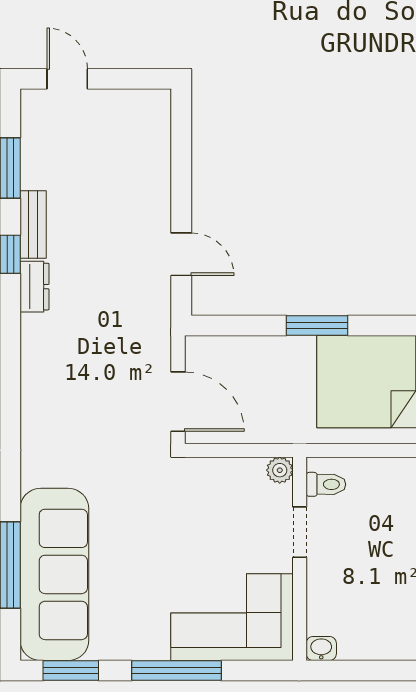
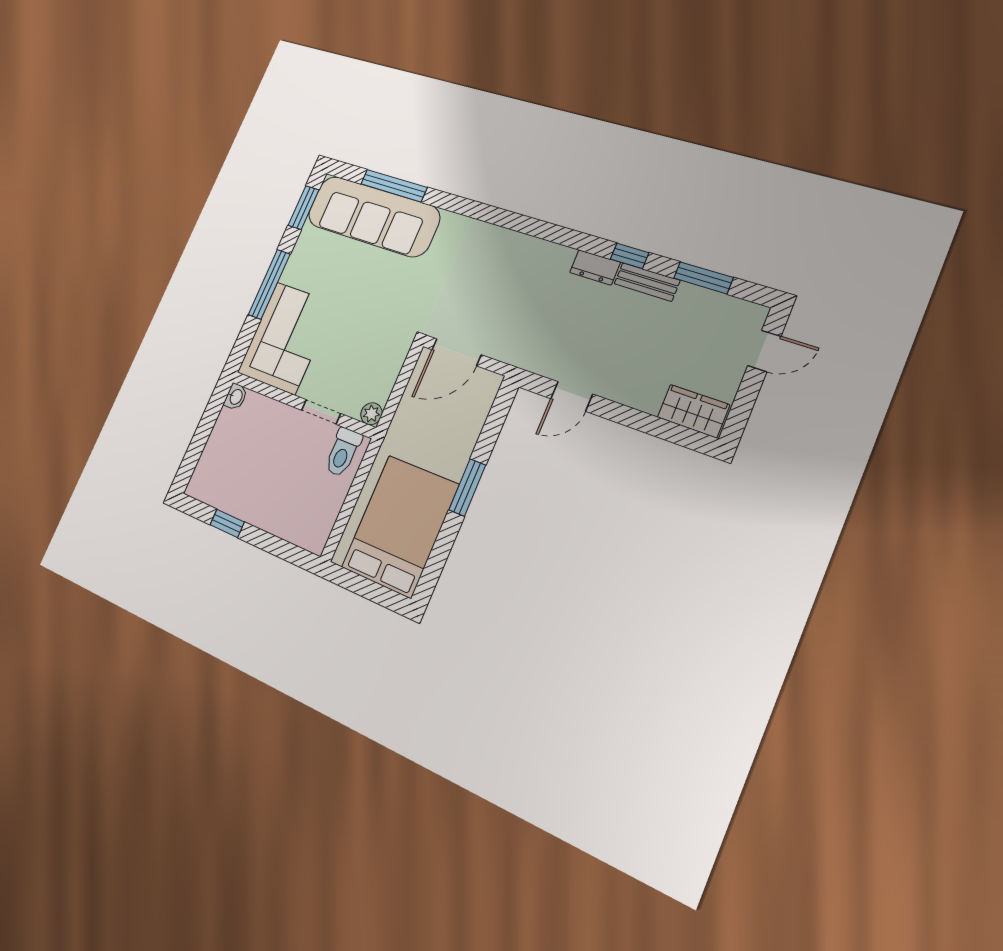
wardrobe: (152, 124) -> (693, 411), added
toilet: (326, 484) -> (343, 452), width x1.37, depth x1.39

